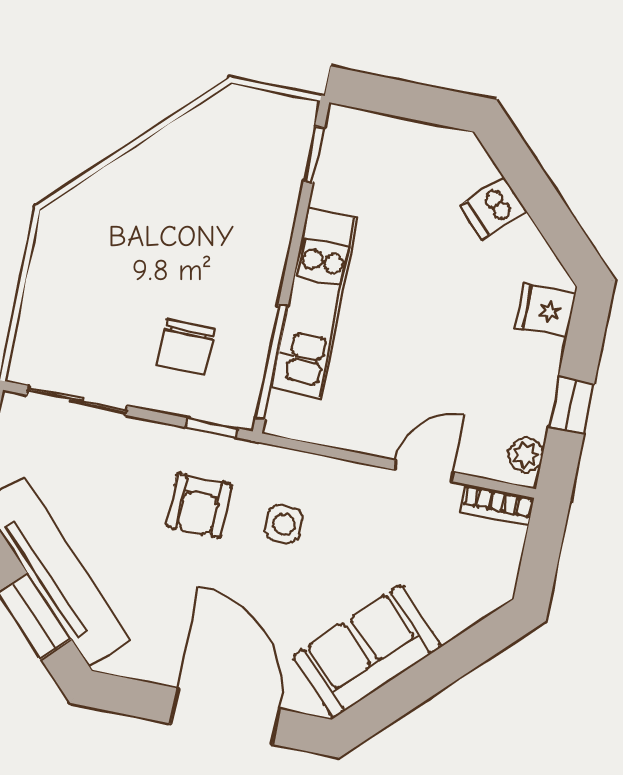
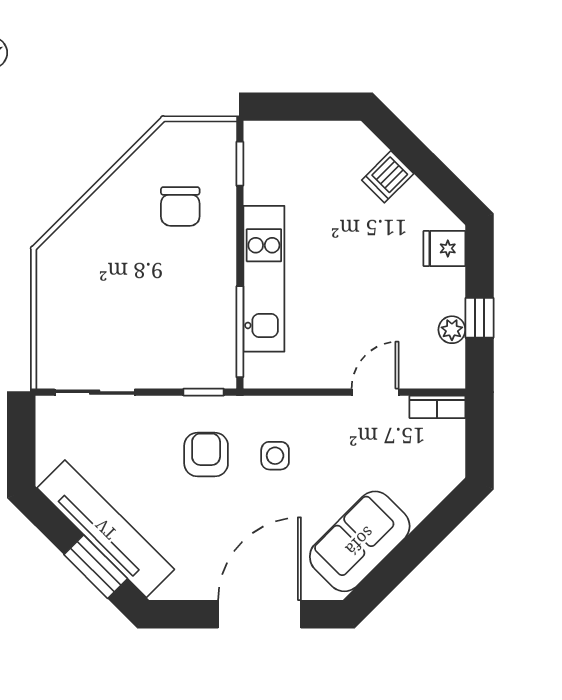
chair: (185, 347) -> (180, 206), moved
plant: (526, 455) -> (452, 330), moved
armchair: (199, 505) -> (206, 455), turned 180
door: (225, 716) -> (260, 614), hinge flipped

